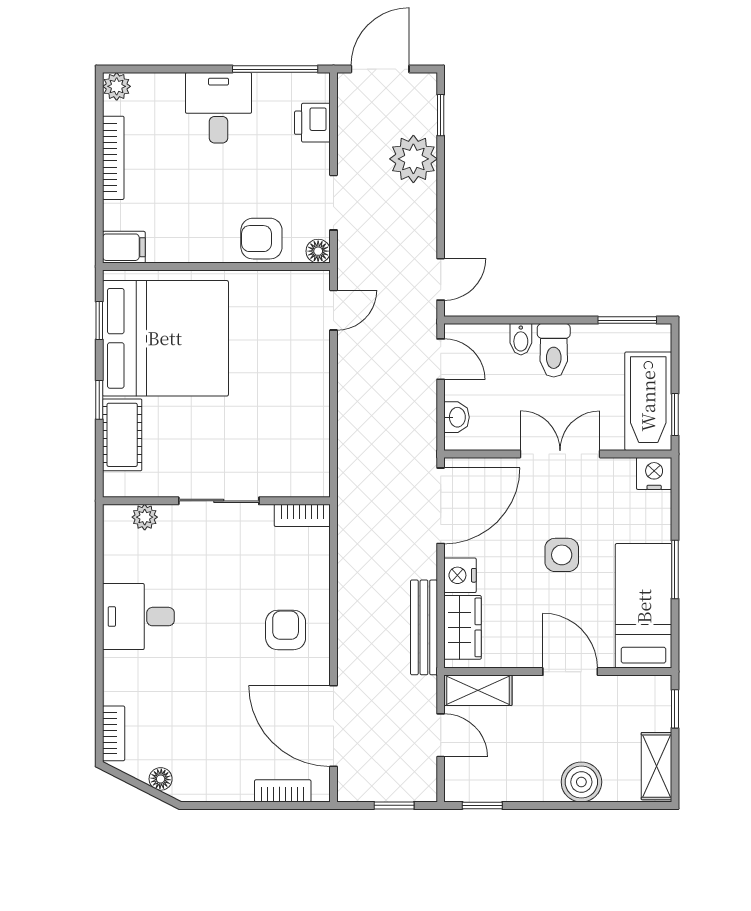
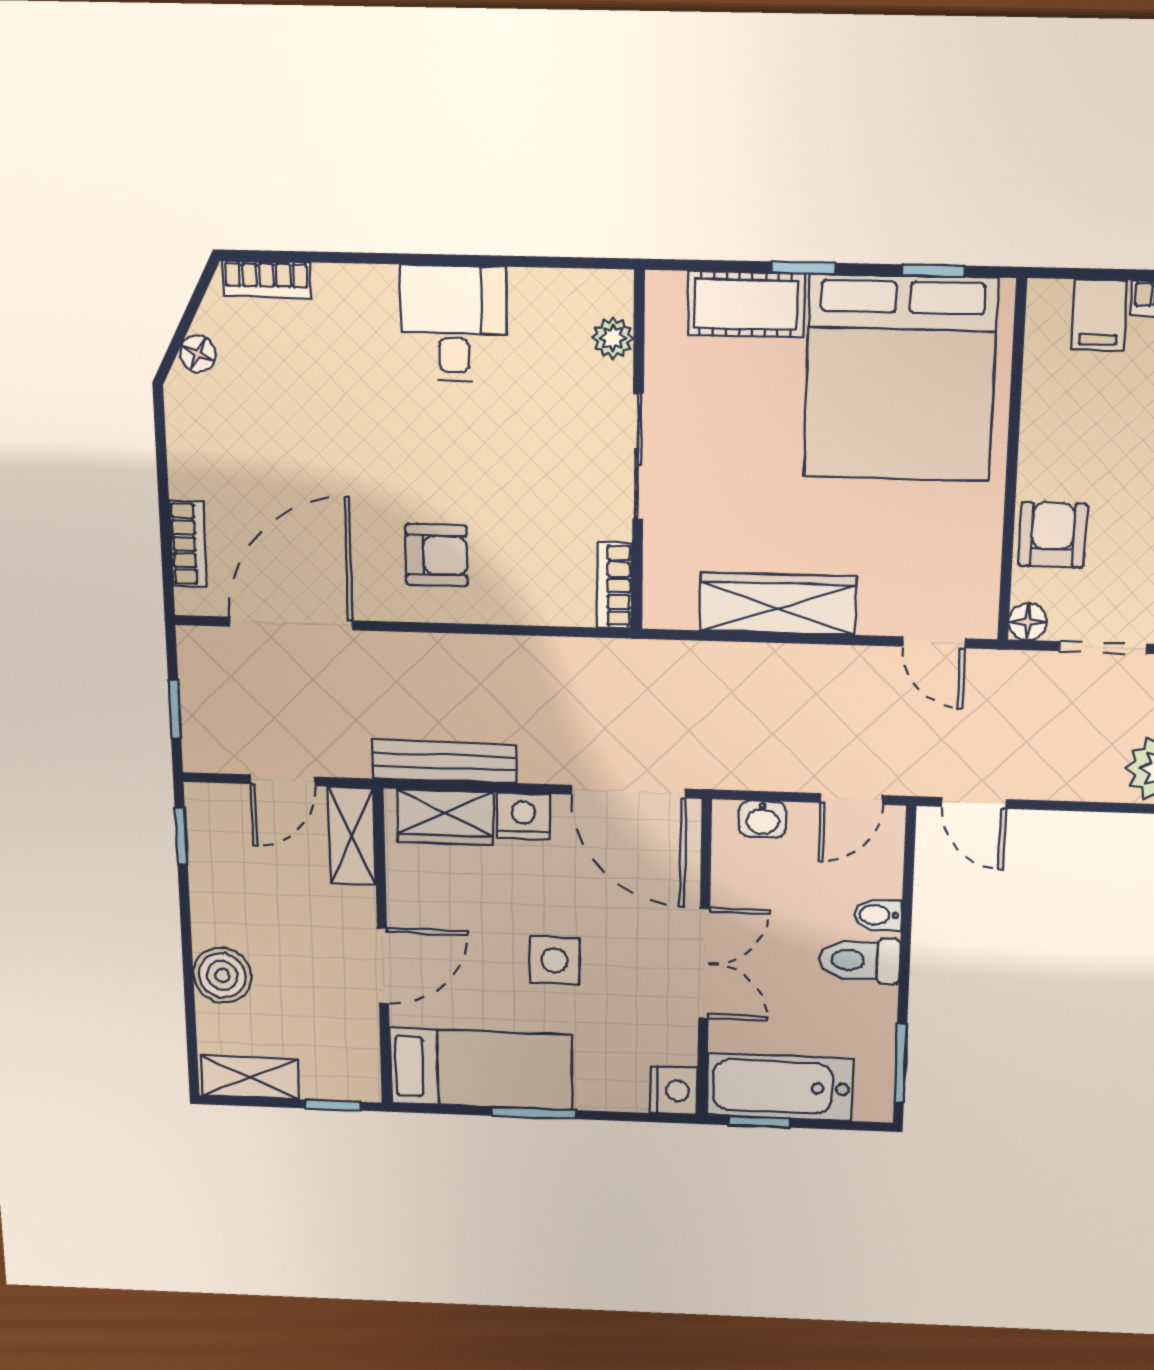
filing cabinet: (124, 247) -> (1099, 315), moved
wardrobe: (311, 410) -> (778, 604), added

